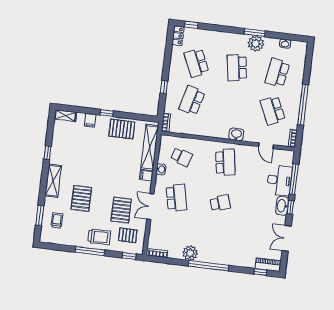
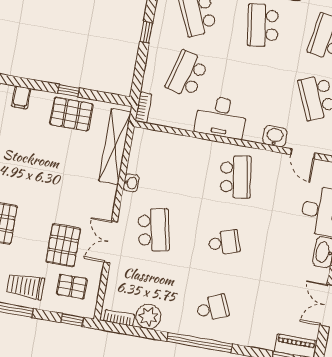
window: (164, 87) -> (146, 32), moved
window: (107, 113) -> (69, 91), moved
desk: (214, 126) -> (221, 117), added
washbasin: (236, 134) -> (275, 136), moved
school desk: (181, 157) -> (212, 308), moved, turned -42
filing cabinet: (146, 176) -> (107, 192), removed
trolley: (99, 237) -> (26, 286), turned 180
plant: (190, 253) -> (149, 317), moved

